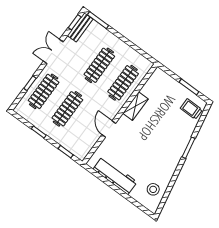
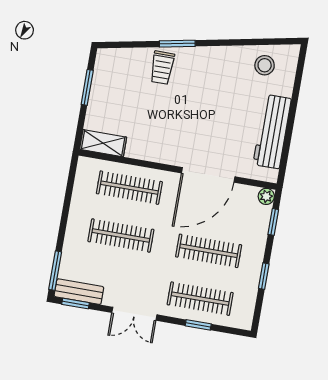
shelving: (136, 106) -> (103, 143), moved
trolley: (191, 109) -> (162, 68), moved
door: (109, 129) -> (208, 175), width x1.88
plant: (81, 155) -> (266, 196), added

